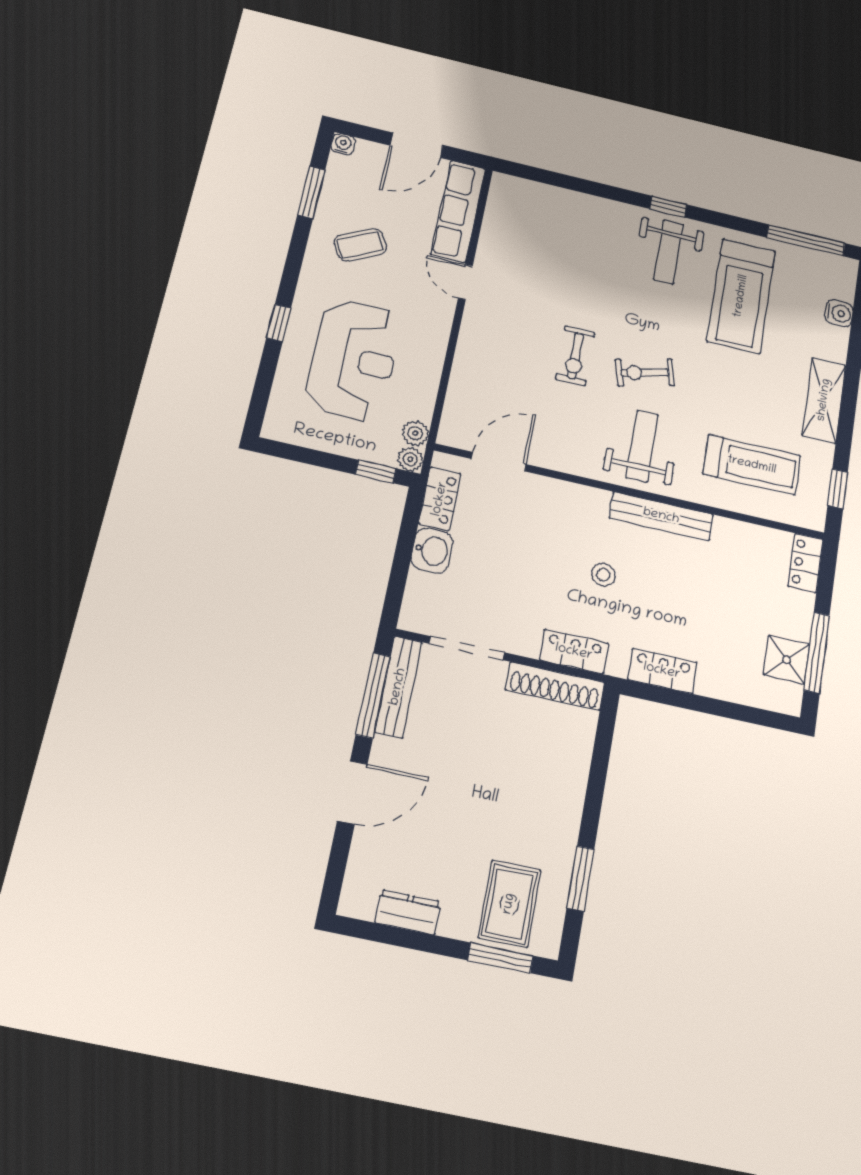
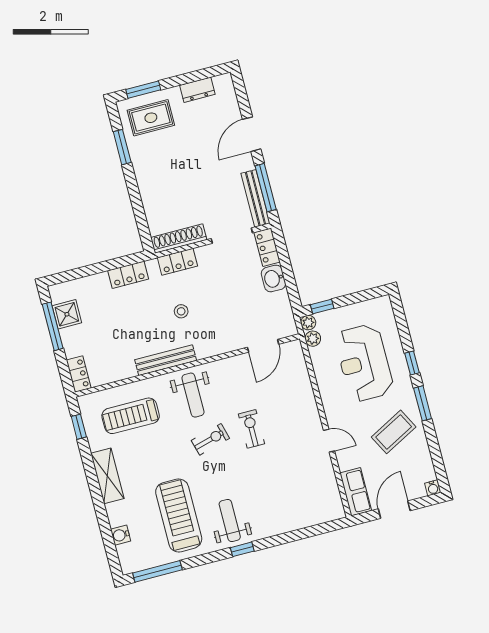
window: (311, 192) -> (423, 403), moved
row of seats: (458, 211) -> (356, 492), width x0.68
coffee table: (360, 245) -> (394, 432), width x1.36, depth x1.30
locker: (440, 499) -> (267, 247), moved
rug: (509, 904) -> (151, 118), turned 90

